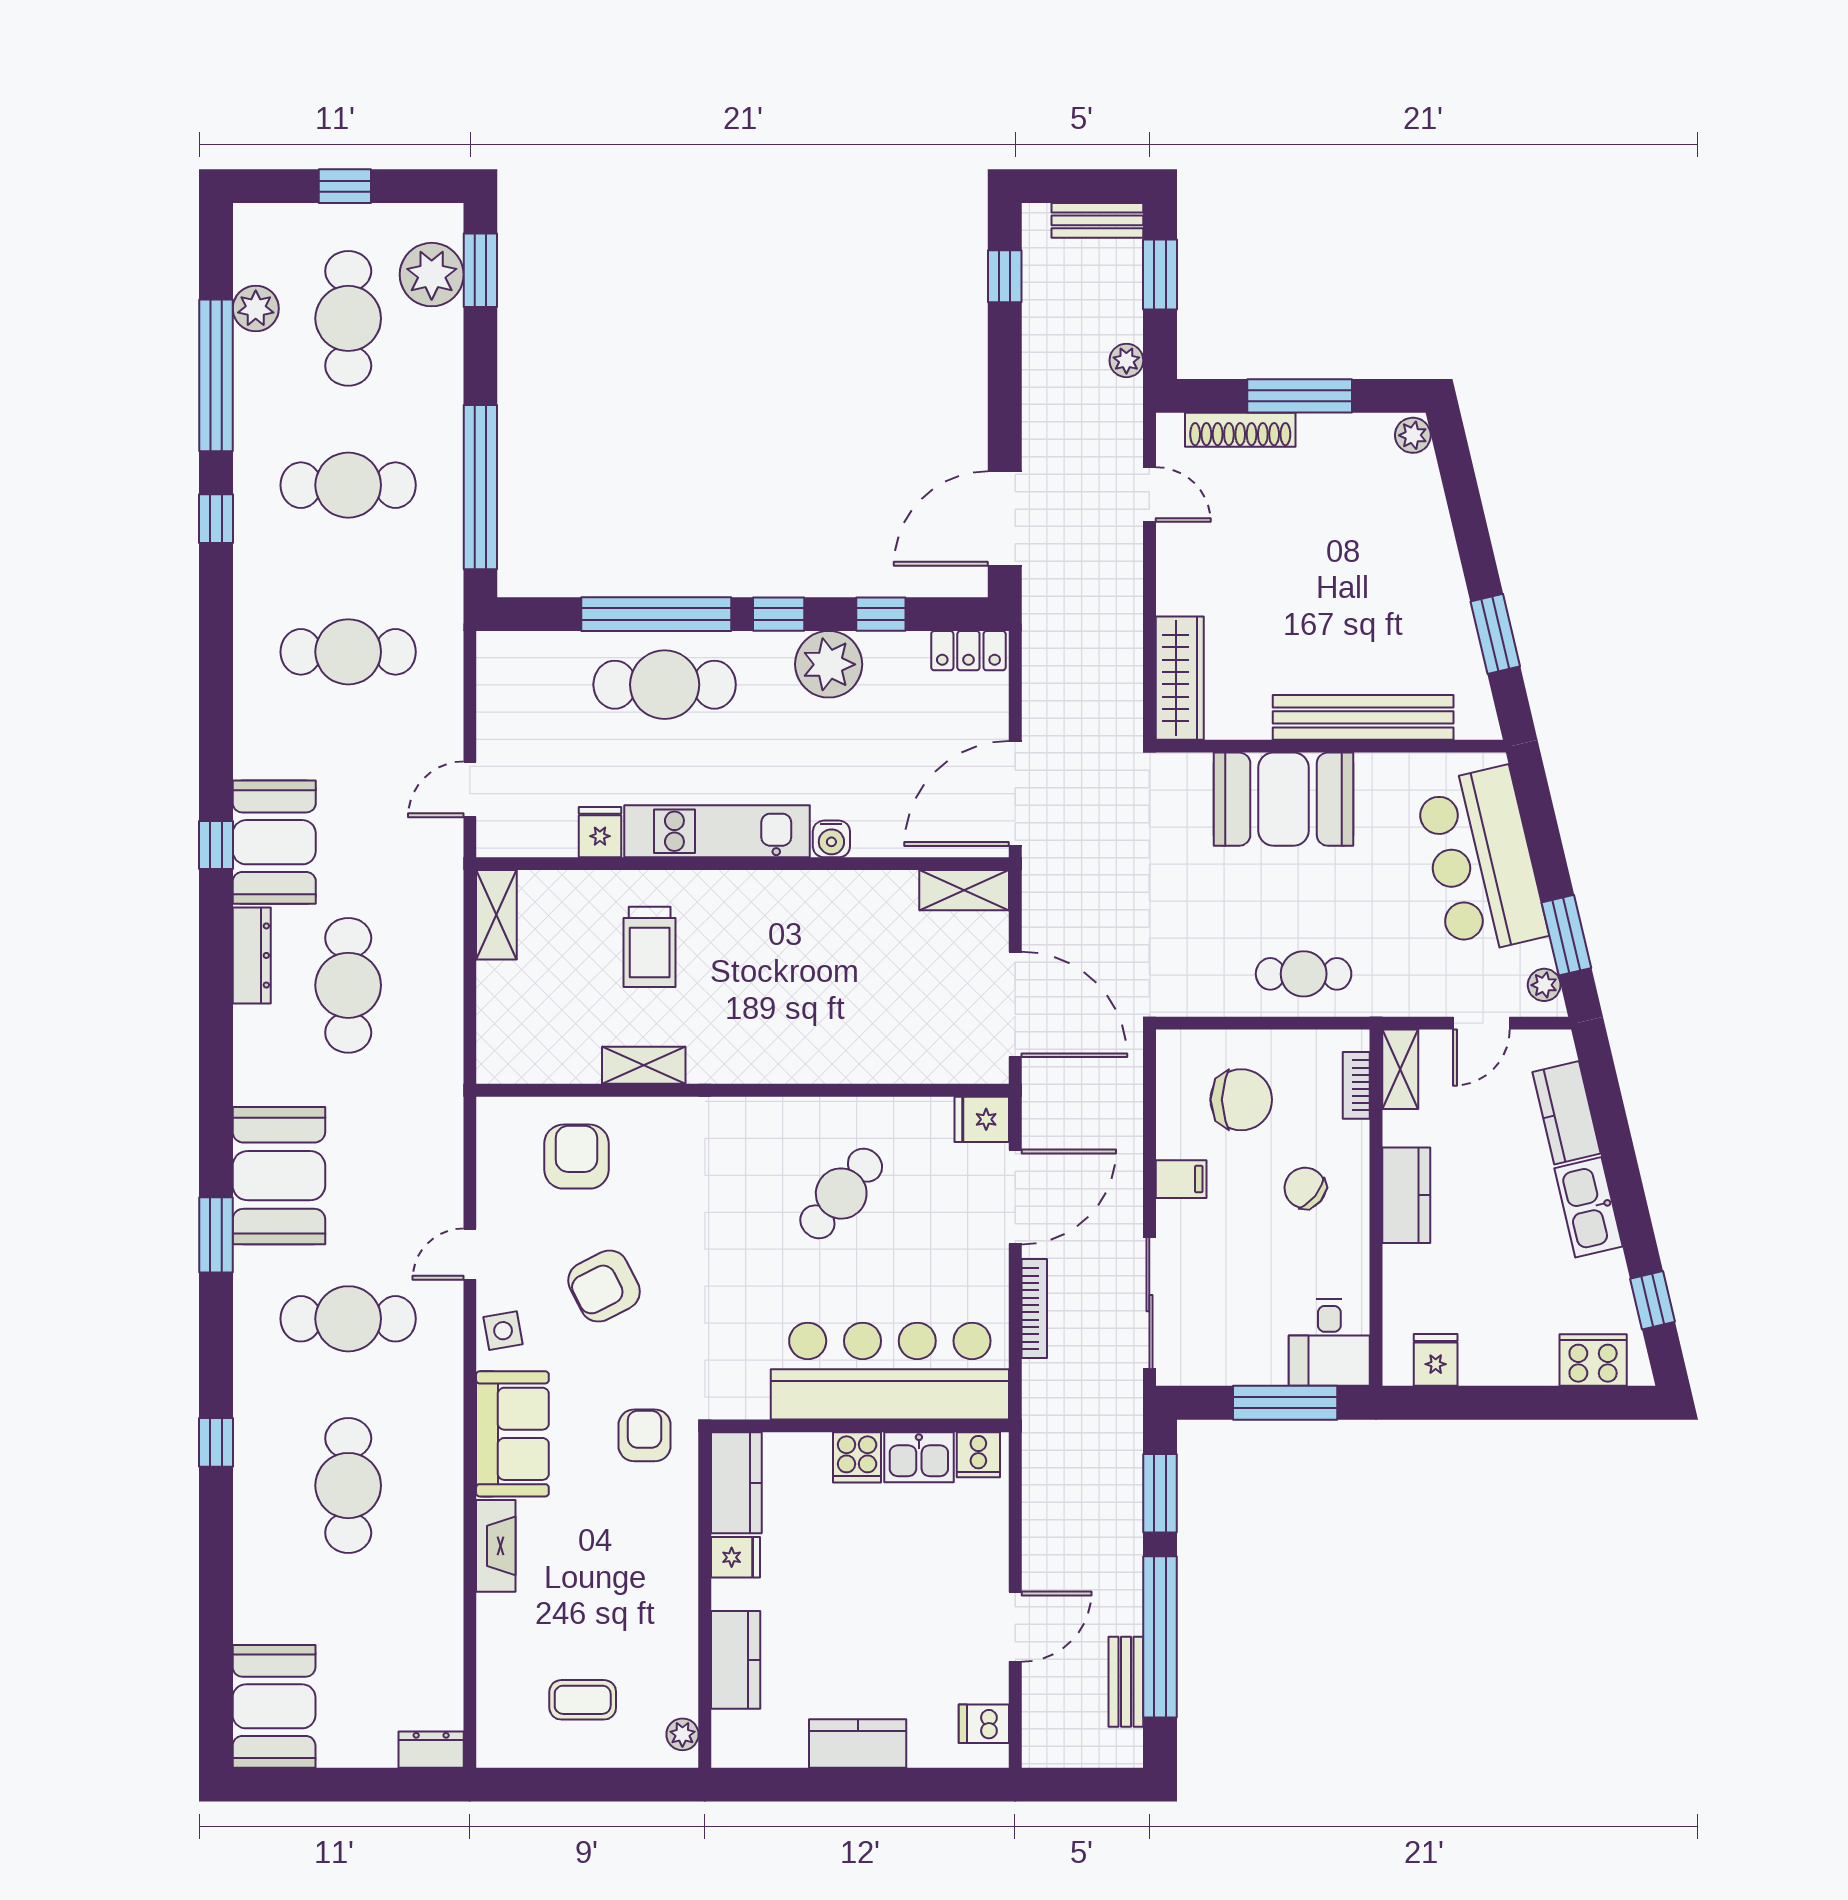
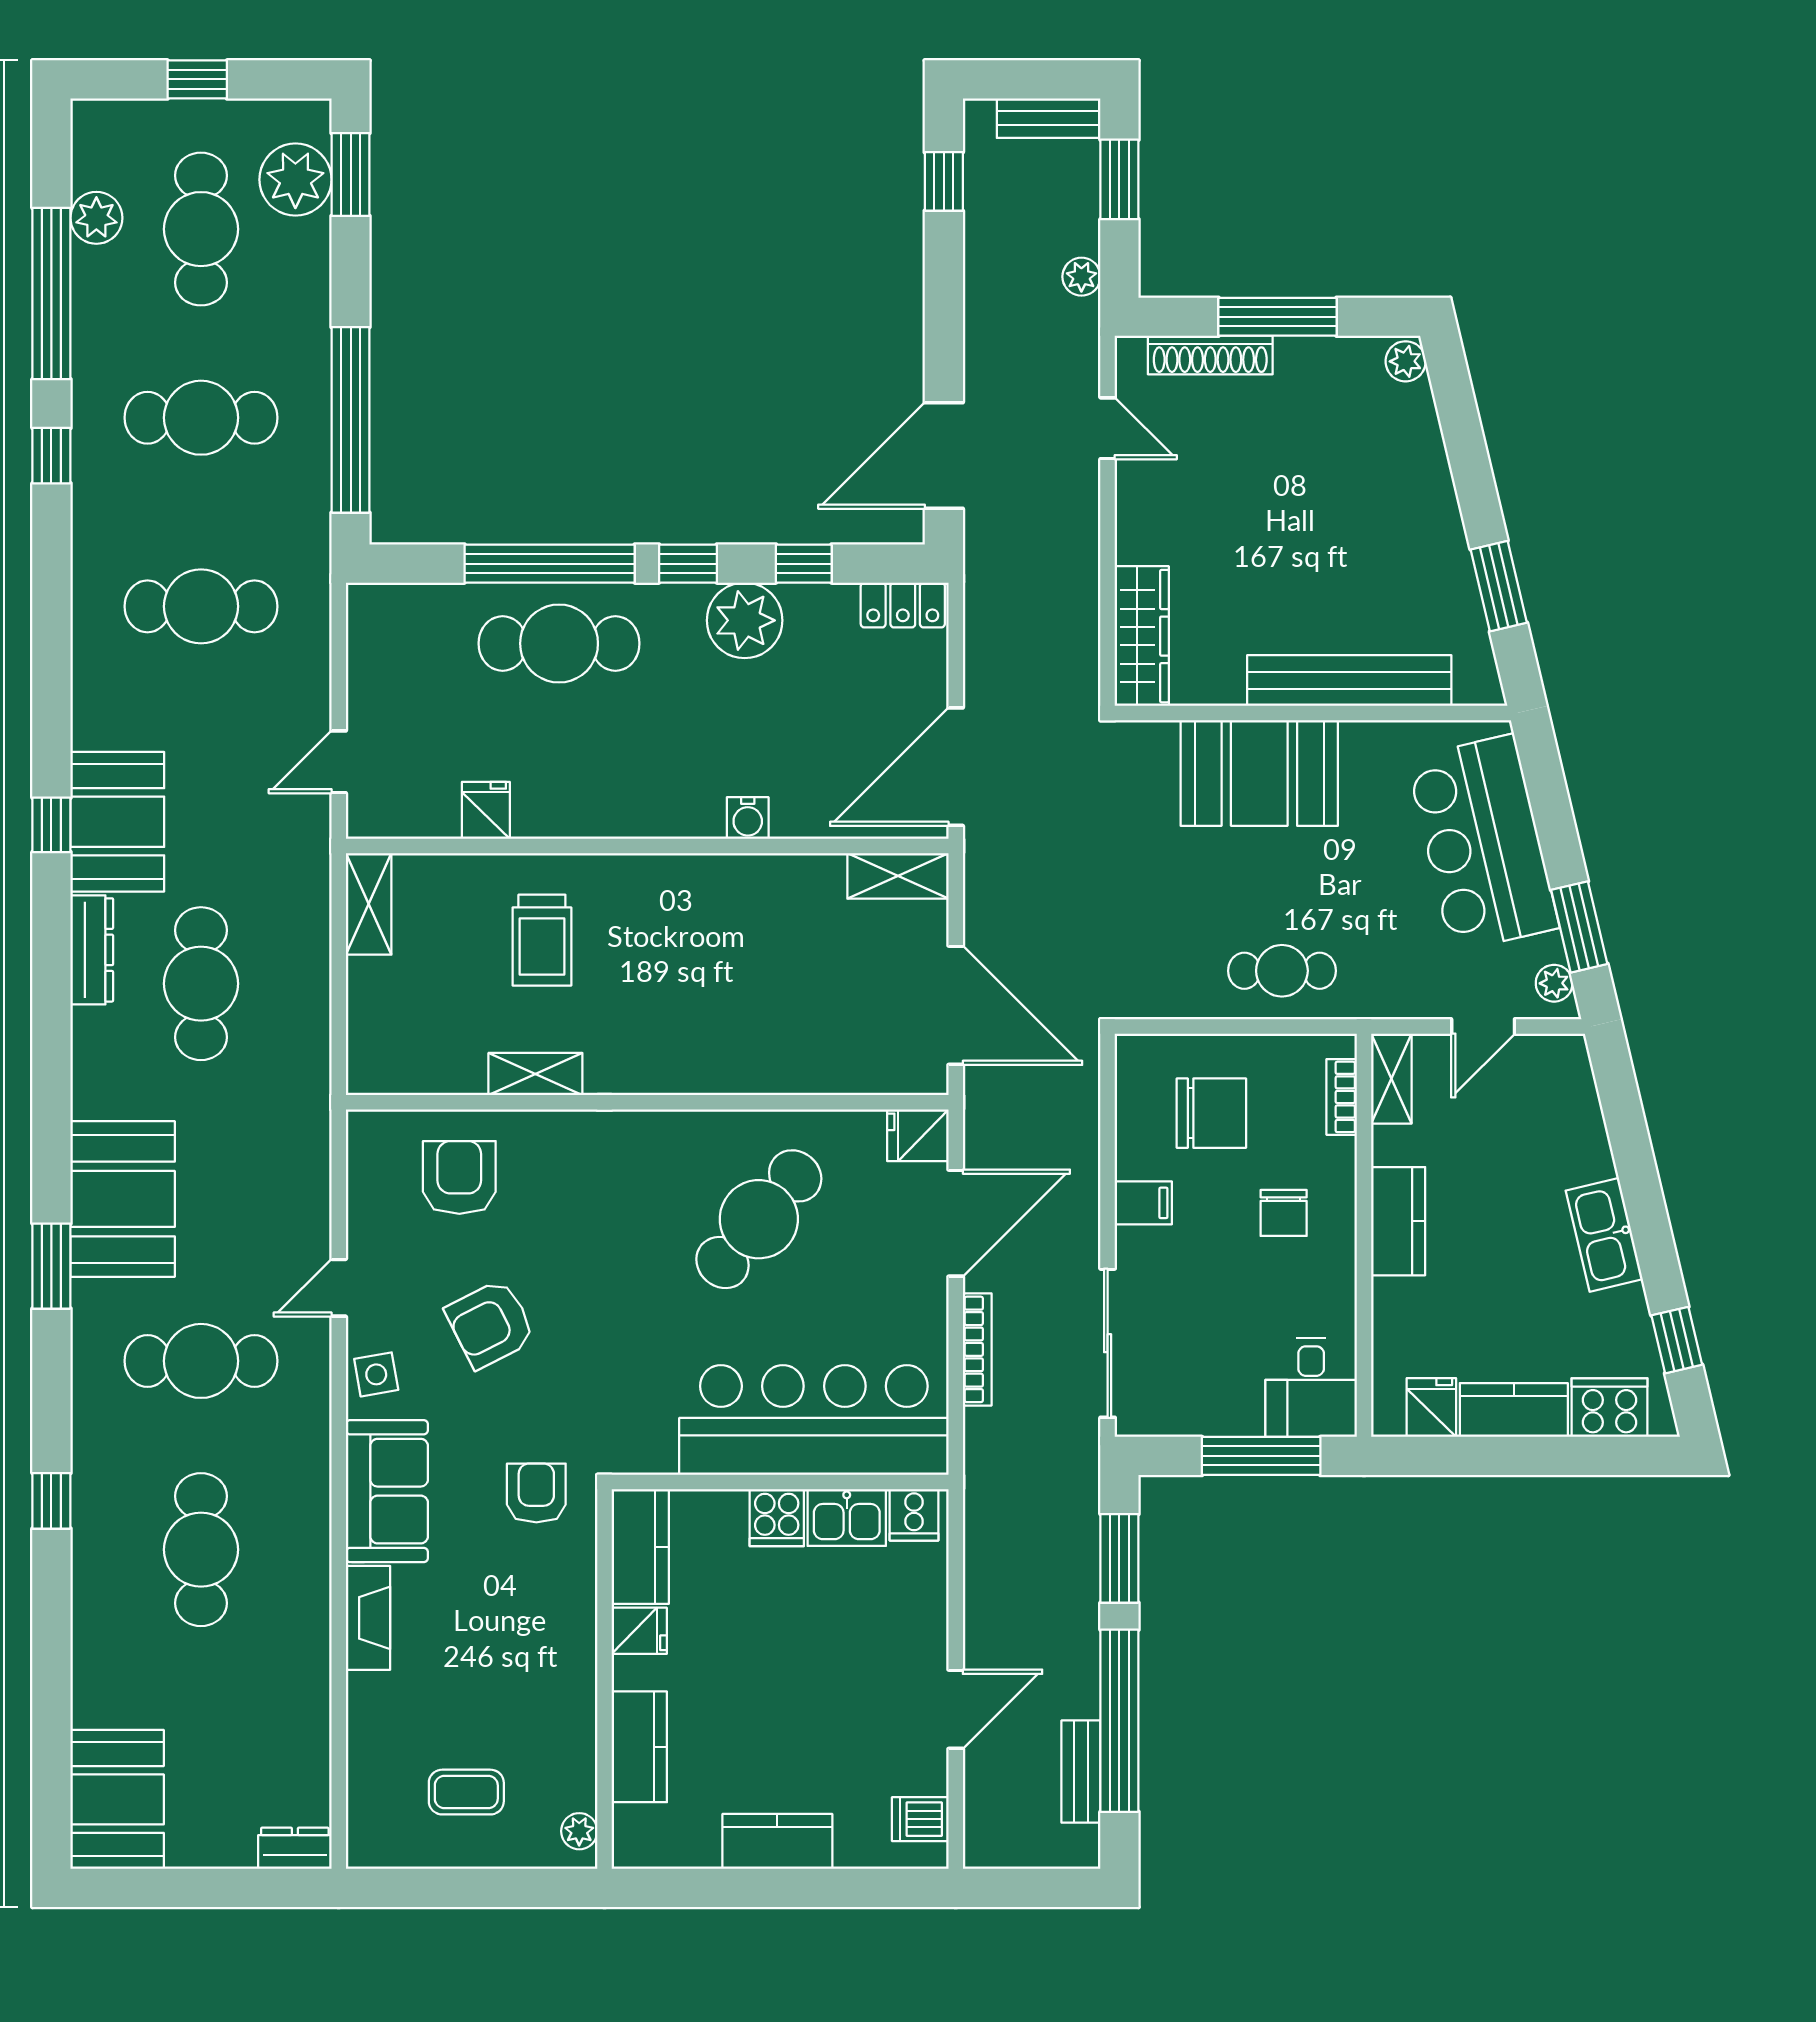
kitchen unit: (717, 831) -> (618, 809), removed
kitchen counter: (1567, 1113) -> (1514, 1410), moved, turned 103
chair: (1305, 1188) -> (1284, 1213), turned -129
cafe table: (841, 1194) -> (759, 1219), width x1.37, depth x1.35

